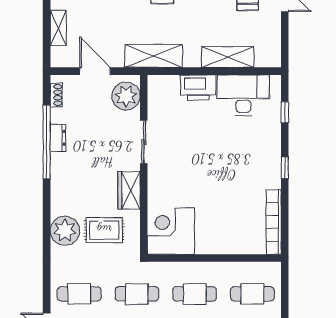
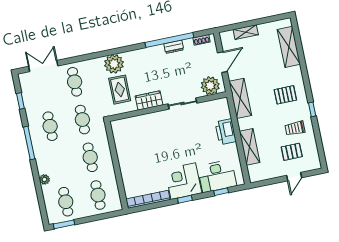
desk: (243, 95) -> (217, 176), moved, turned 90
corner desk: (171, 231) -> (183, 181), moved, turned -90

